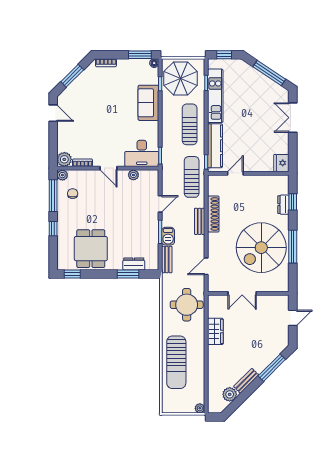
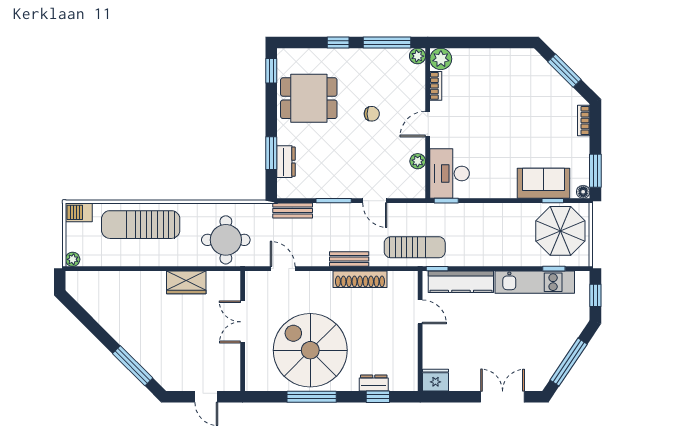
sofa: (148, 103) -> (544, 183), moved
door: (53, 113) -> (509, 42), removed
sun lounger: (190, 124) -> (492, 244), removed
chair: (73, 194) -> (372, 114), moved
barbecue: (168, 236) -> (79, 212), moved
bench: (246, 381) -> (113, 328), removed
plant: (230, 394) -> (93, 303), removed

